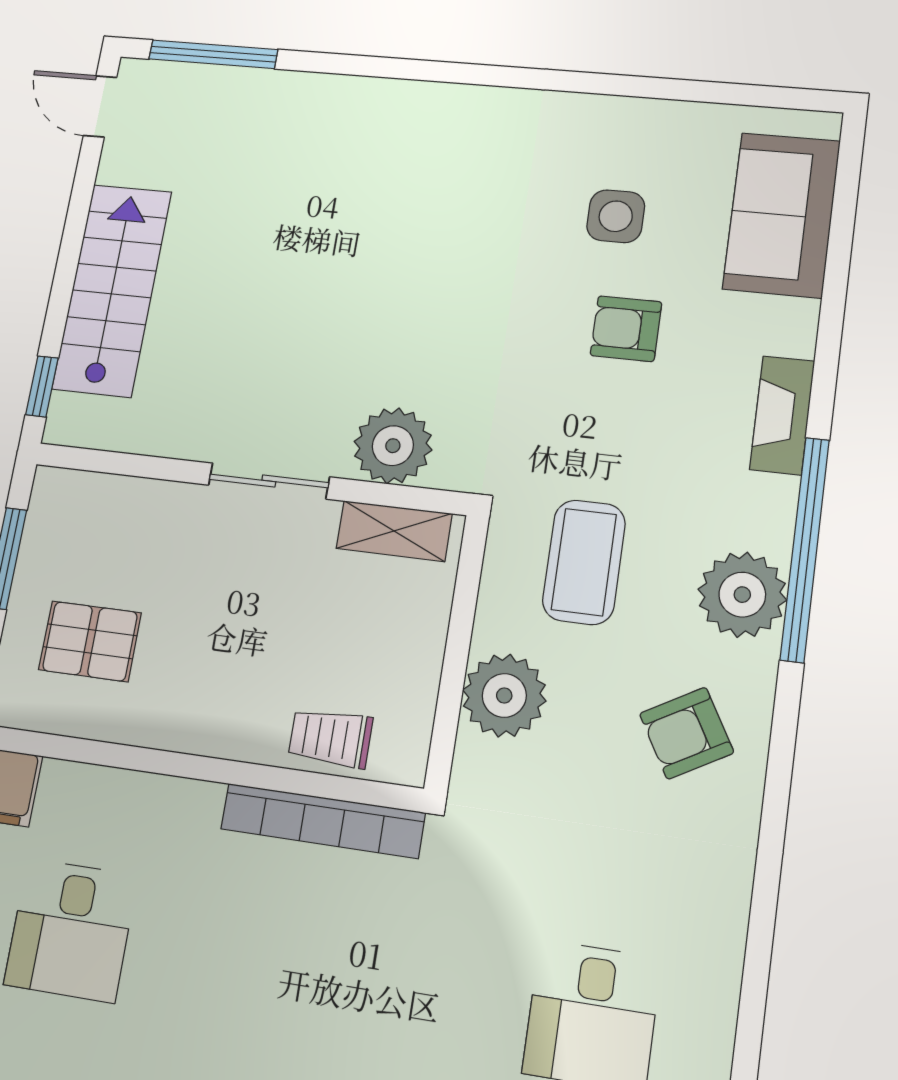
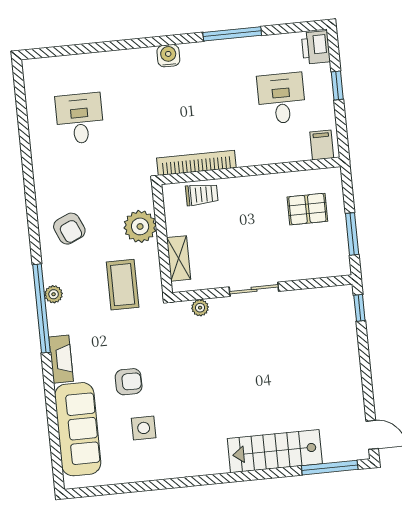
sofa: (782, 215) -> (78, 429), width x1.36
stairs: (112, 290) -> (275, 451), moved, turned 90
plant: (393, 446) -> (200, 308), width x0.53, depth x0.53
shelving: (394, 531) -> (179, 258), moved, turned 90
plant: (742, 595) -> (54, 294), width x0.53, depth x0.53
armchair: (687, 733) -> (69, 229), turned 96

